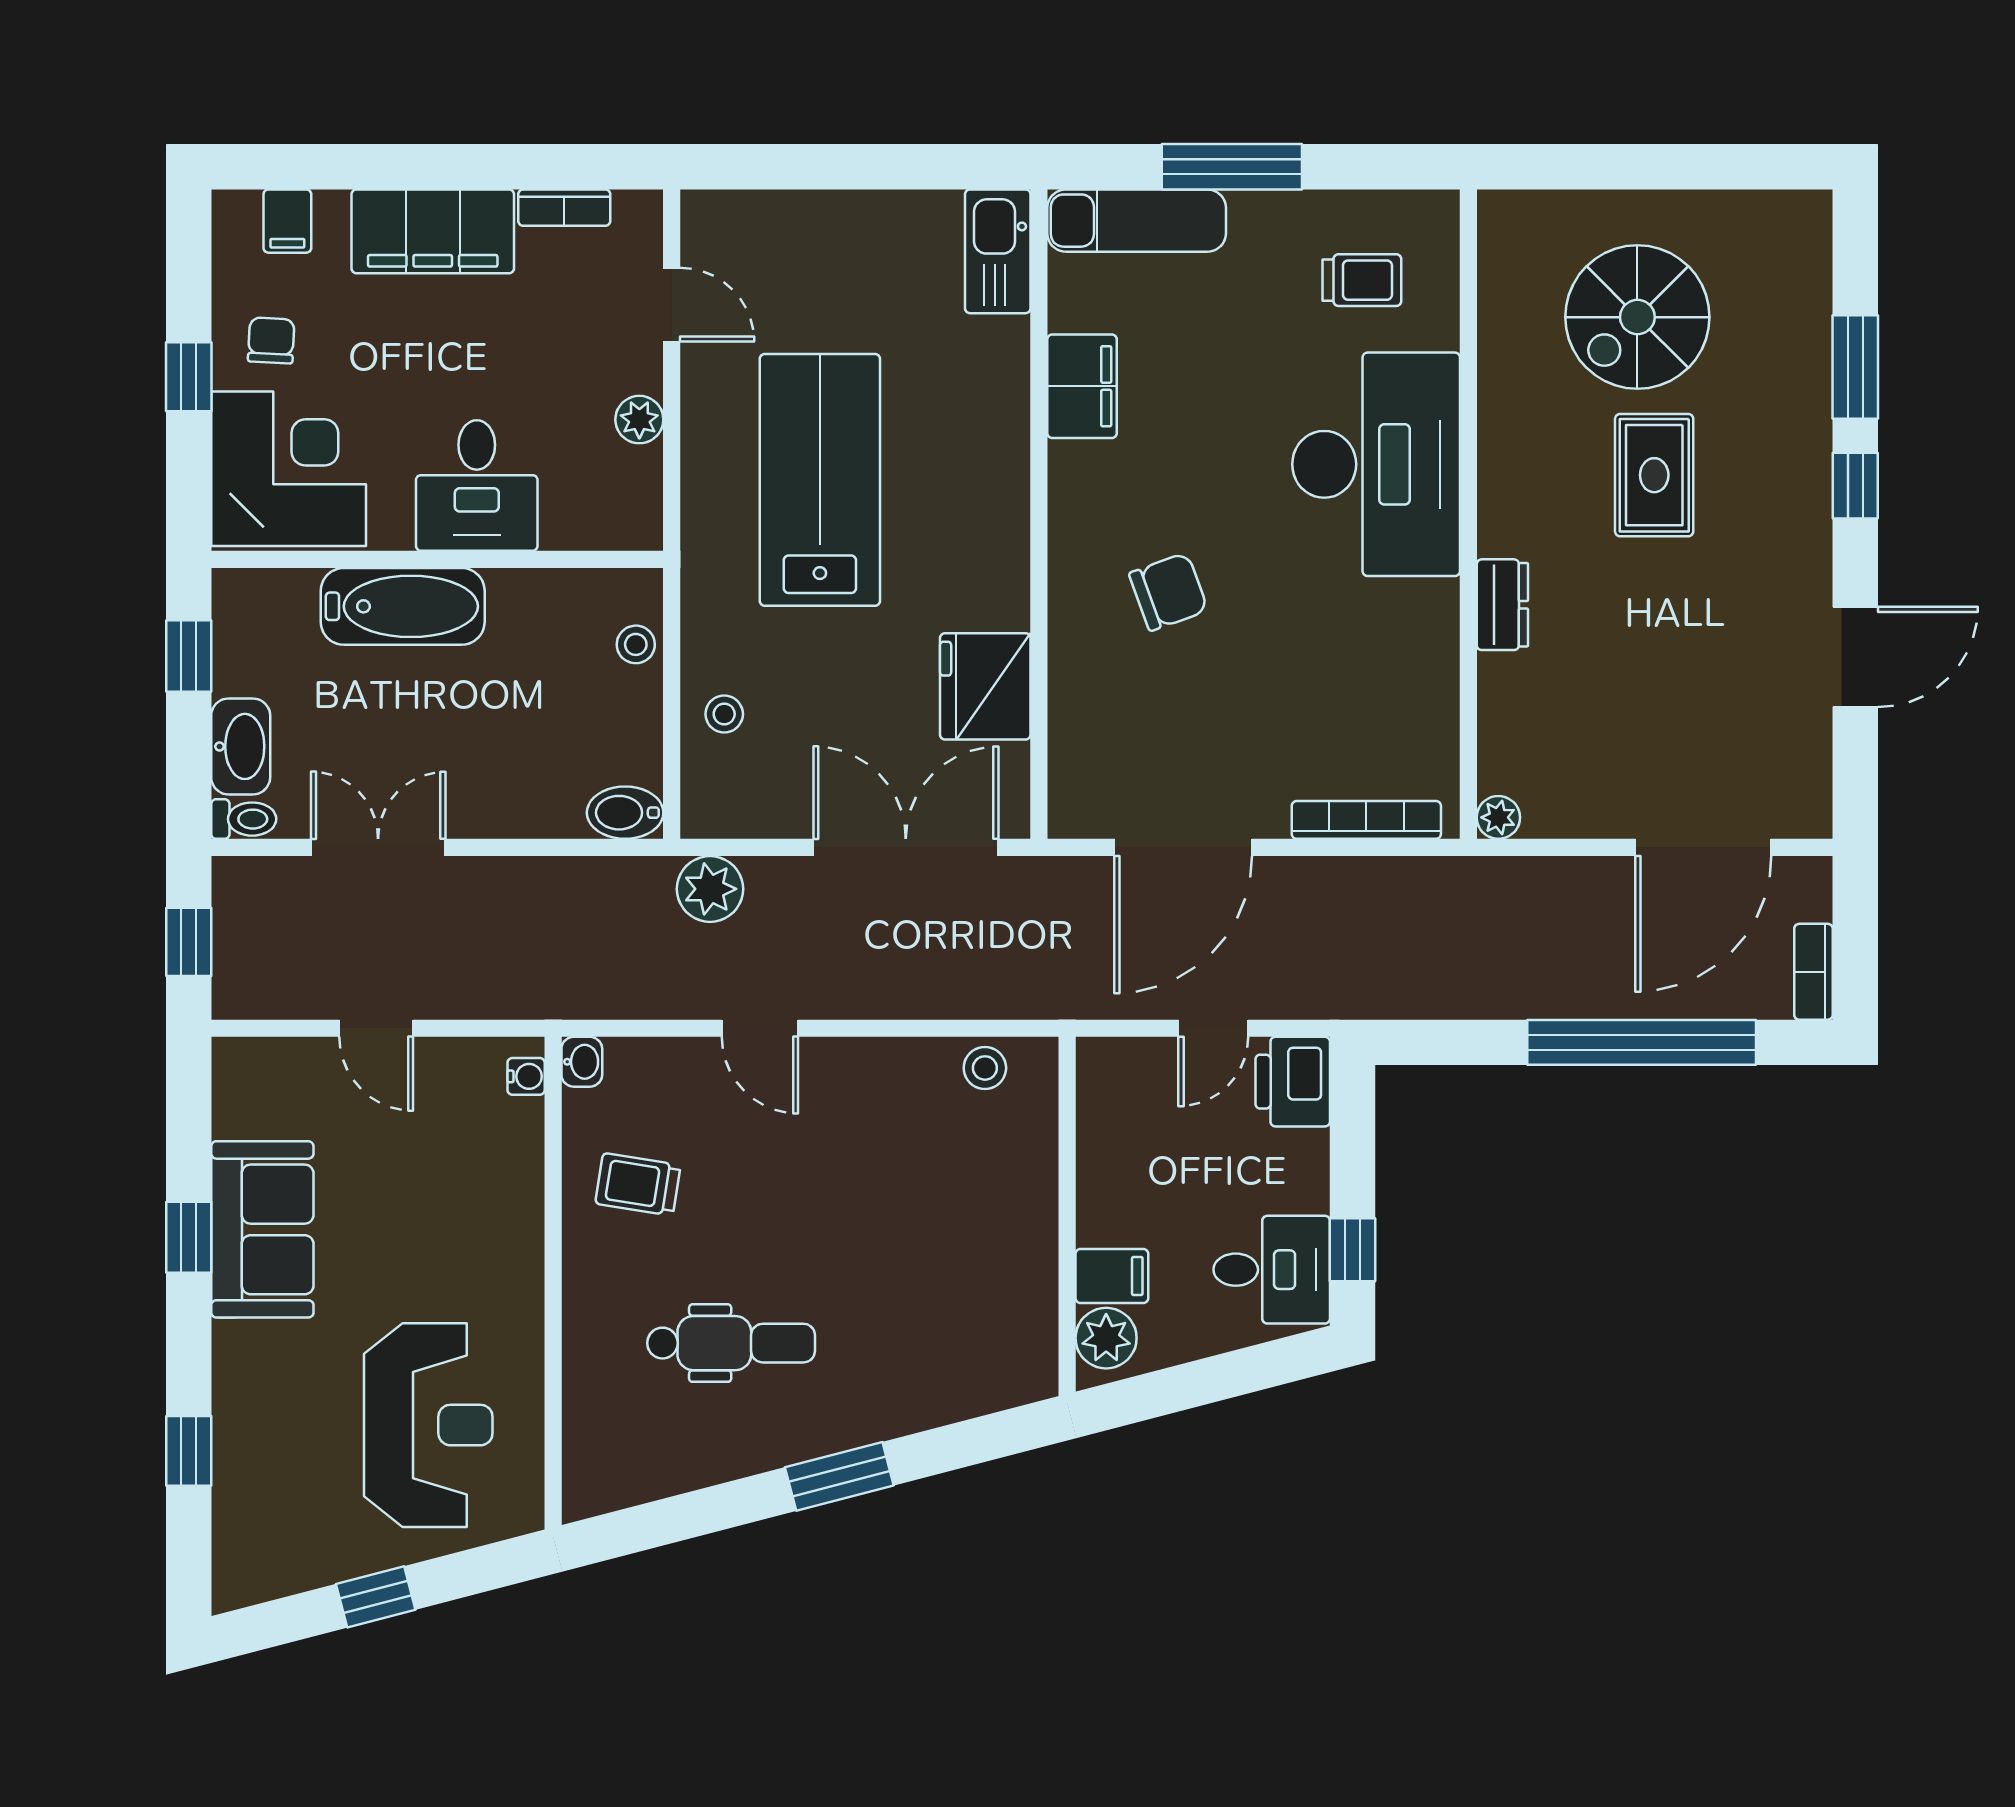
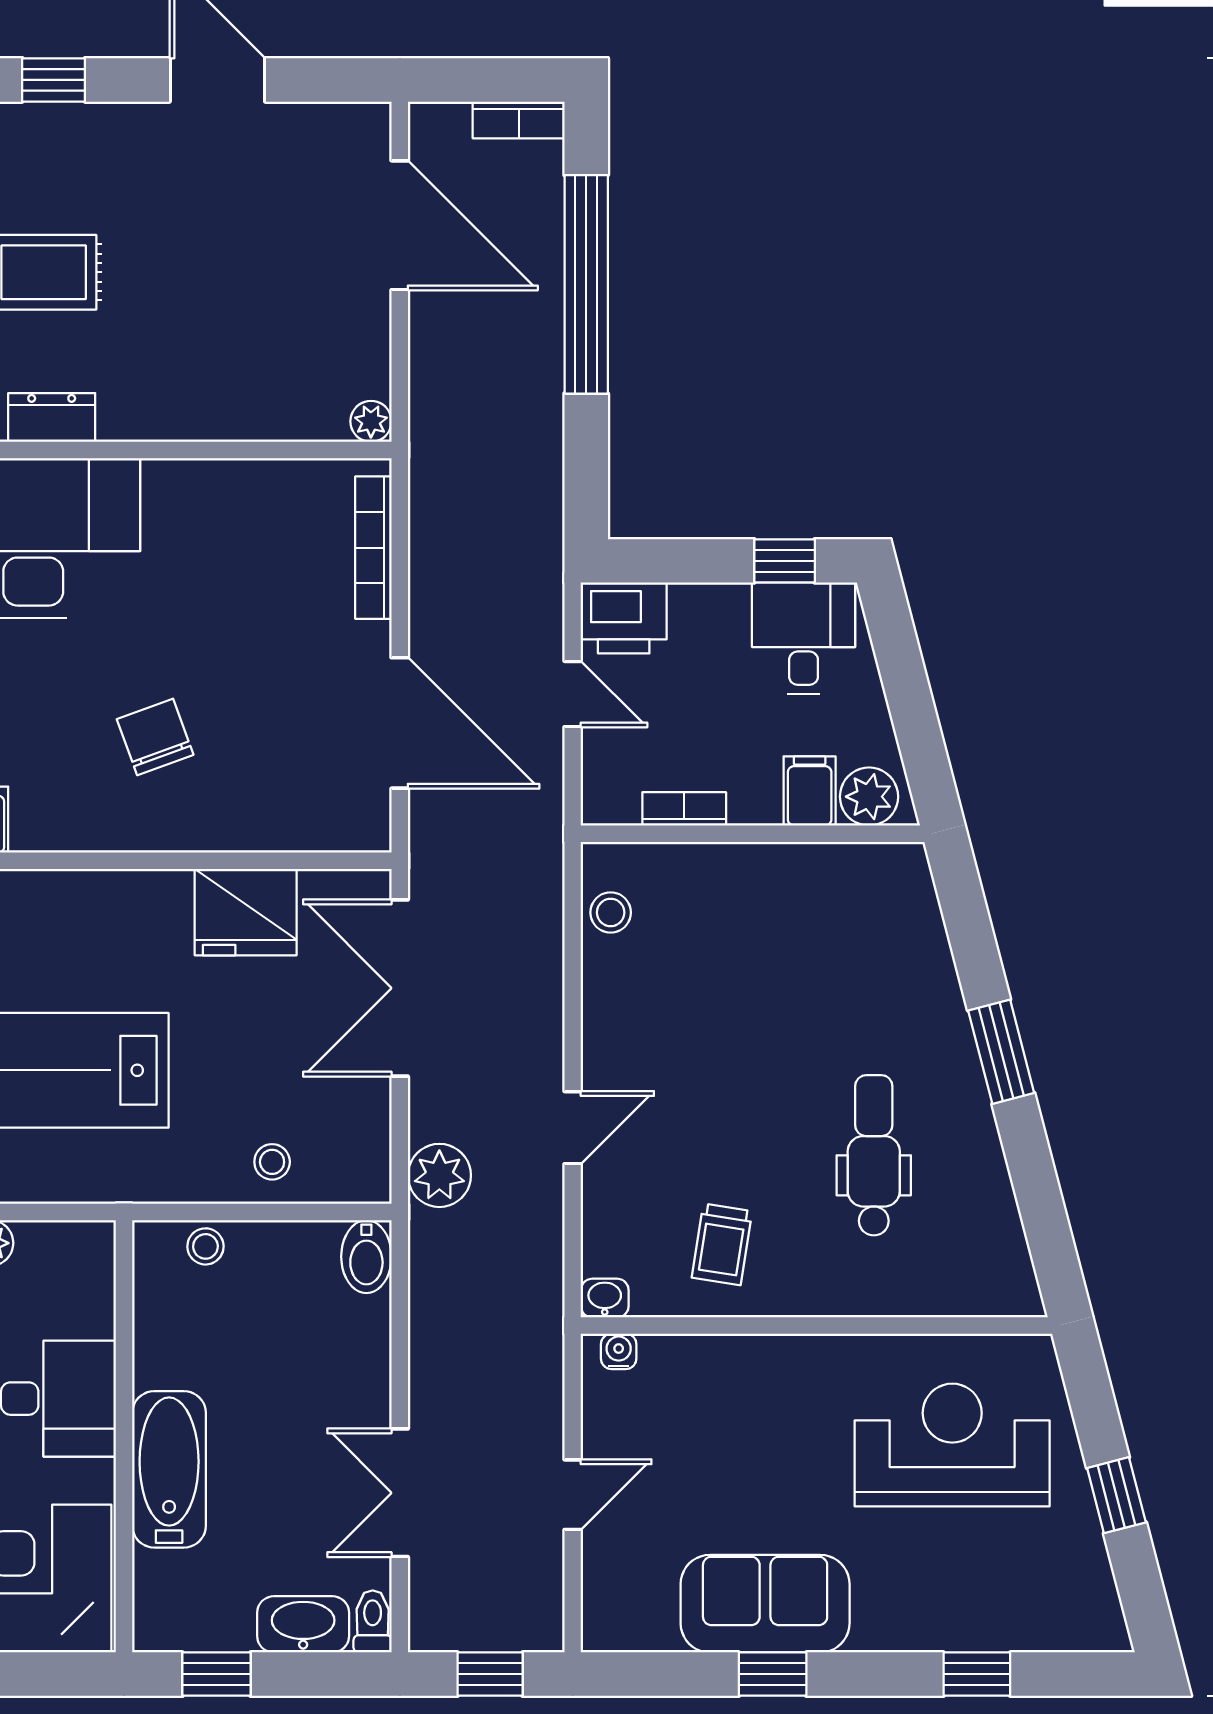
dresser: (1502, 605) -> (52, 418), moved
bookcase: (1093, 1145) -> (684, 809), added

